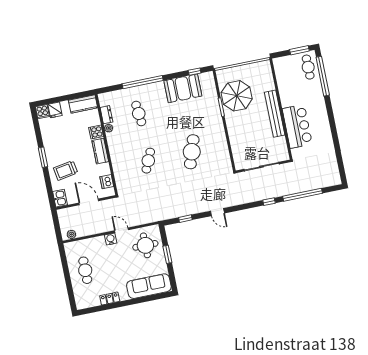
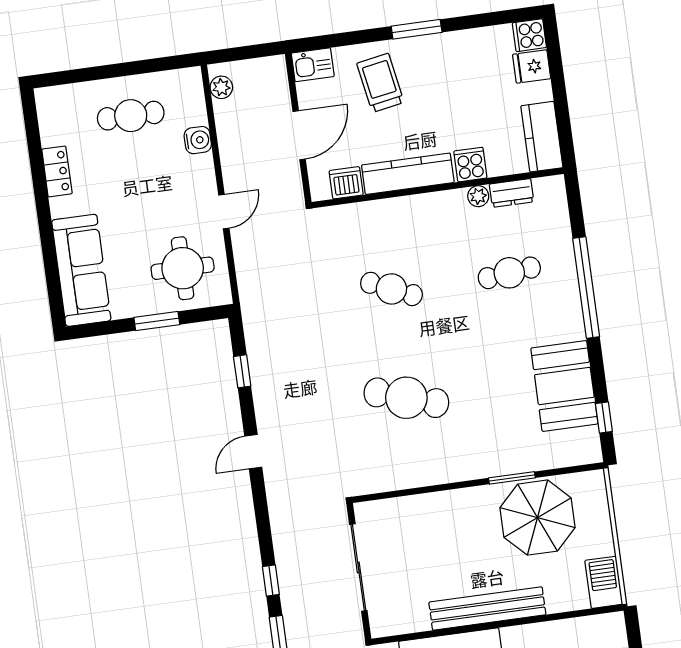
barbecue: (261, 67) -> (604, 582), added
kitchen counter: (100, 151) -> (408, 174), width x1.50
water cooler: (111, 239) -> (198, 140), moved

